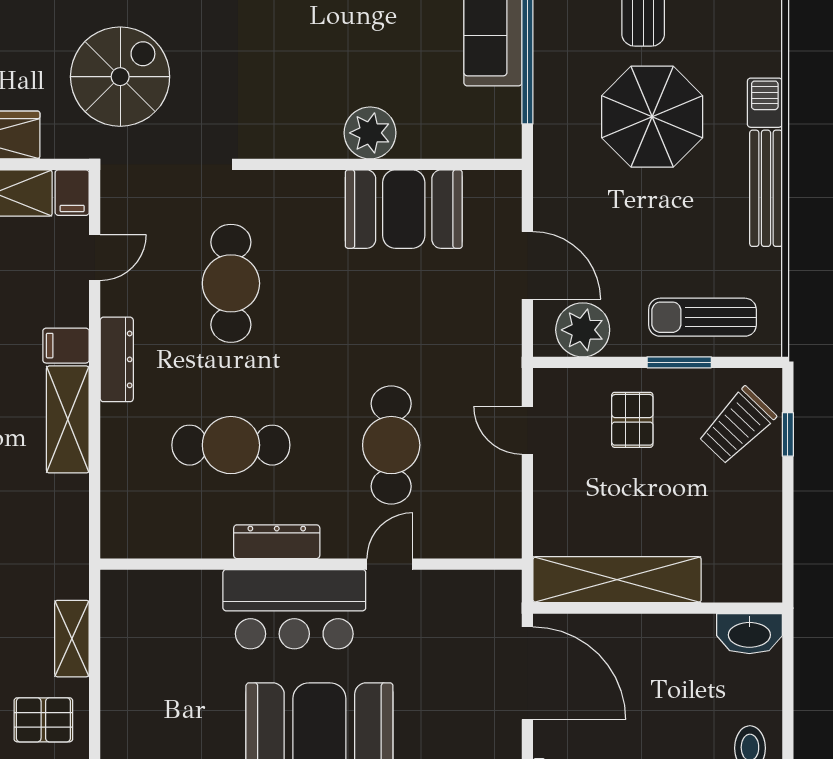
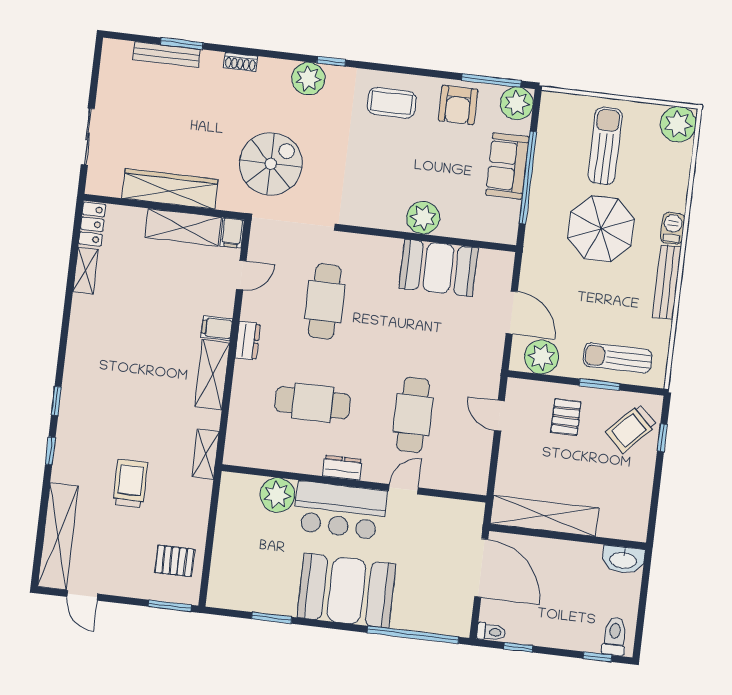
dresser: (117, 359) -> (247, 341), width x0.70
dresser: (277, 542) -> (342, 468), width x0.70
plant: (193, 597) -> (277, 495), added
shelving: (72, 639) -> (206, 454), moved

